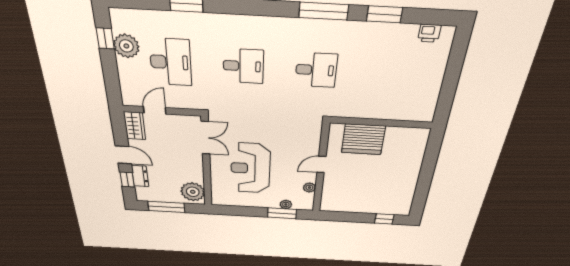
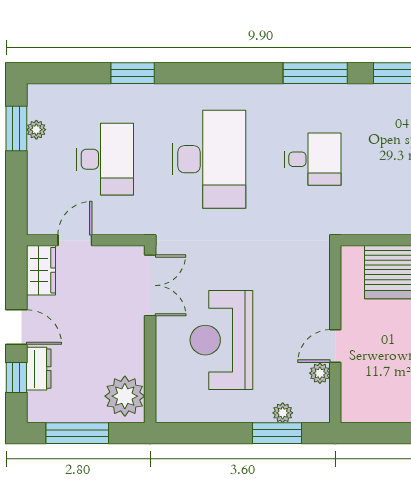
window: (105, 38) -> (16, 128), width x1.50
plant: (126, 46) -> (36, 130), width x0.53, depth x0.53
desk: (243, 66) -> (209, 159), width x1.87, depth x1.30
door: (321, 164) -> (335, 346), moved

